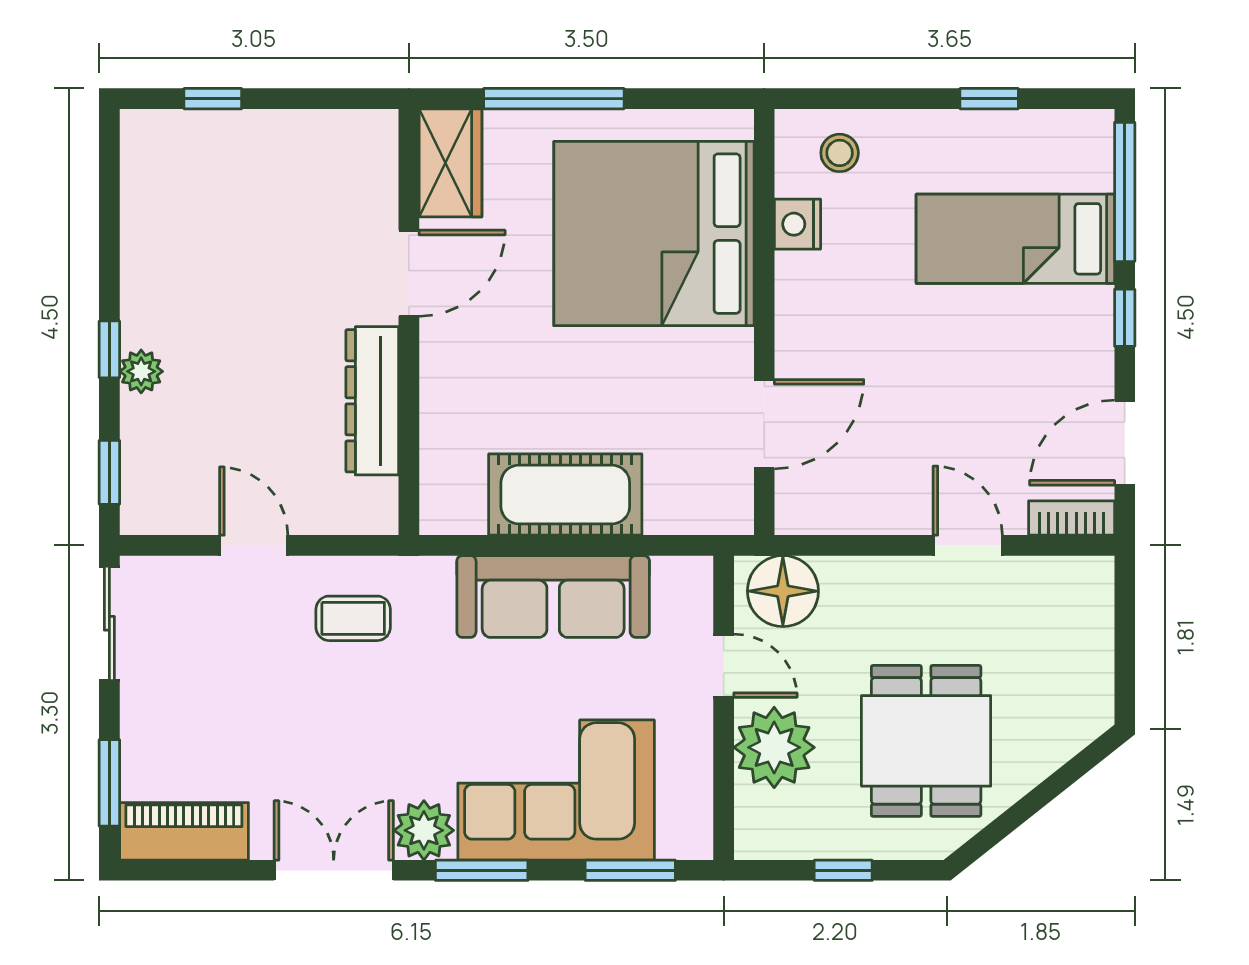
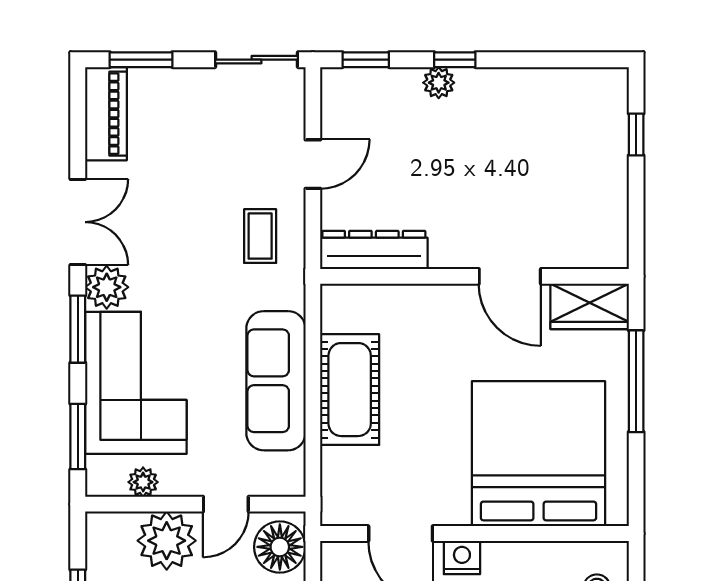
nightstand: (797, 224) -> (462, 558), moved
dresser: (372, 401) -> (374, 250), moved
plant: (693, 780) -> (143, 482), added

